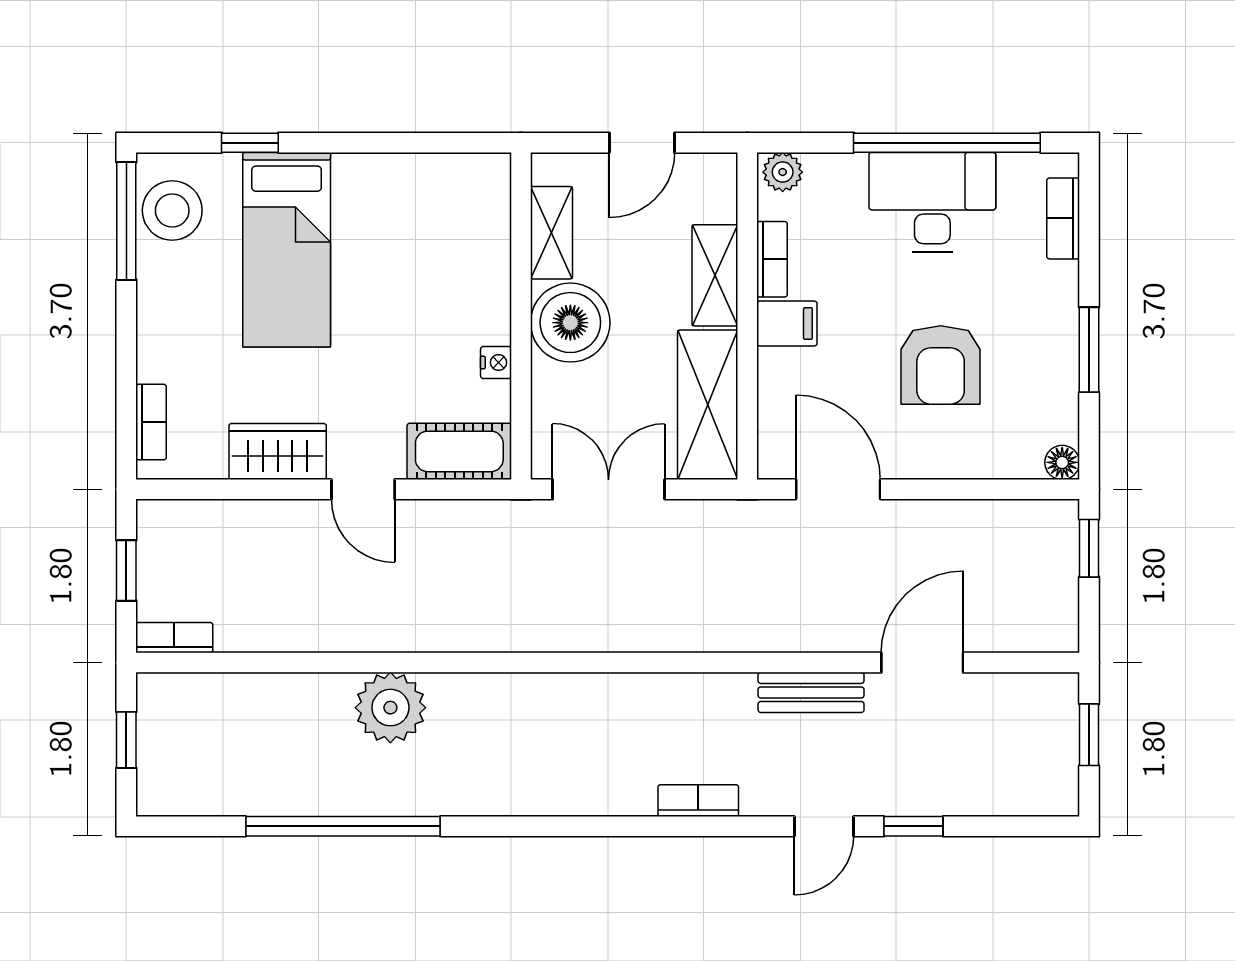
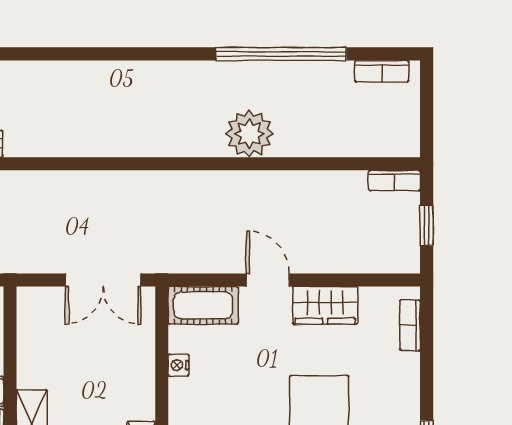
boiler: (570, 323) -> (129, 392), removed
shelving: (708, 405) -> (37, 337), removed
window: (126, 740) -> (427, 112), removed
bookcase: (698, 801) -> (382, 71), moved

